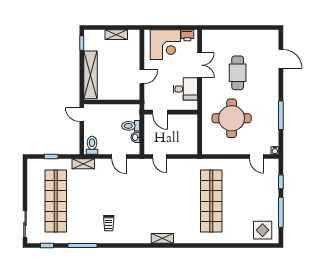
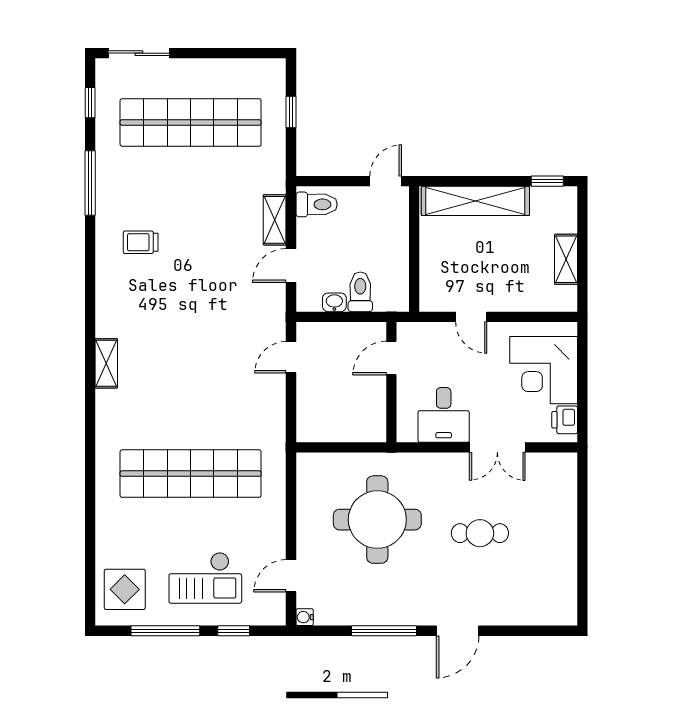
door: (281, 59) -> (458, 631), moved
cafe table: (238, 73) -> (480, 533), width x0.73, depth x0.74
shelving: (83, 164) -> (275, 220), moved
checkout: (257, 195) -> (205, 578), added

